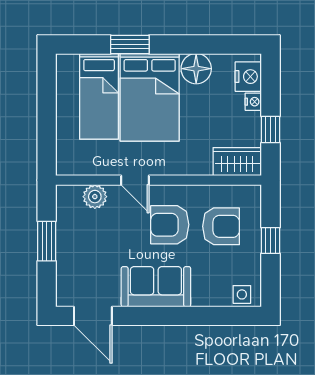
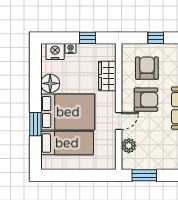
wardrobe: (237, 162) -> (107, 76), moved
armchair: (170, 225) -> (146, 100), turned -90
window: (47, 241) -> (144, 175), moved

